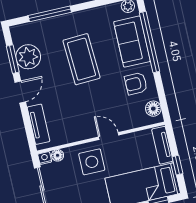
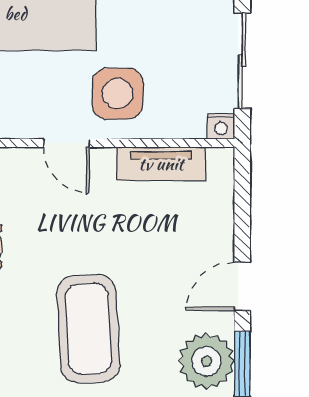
tv unit: (38, 124) -> (161, 164), moved, turned -90
floor lamp: (58, 155) -> (191, 126), removed

